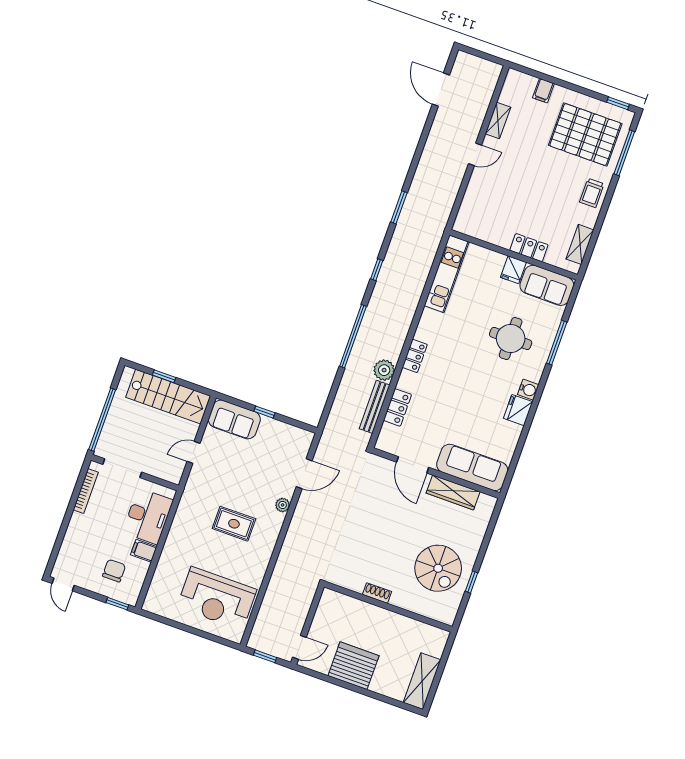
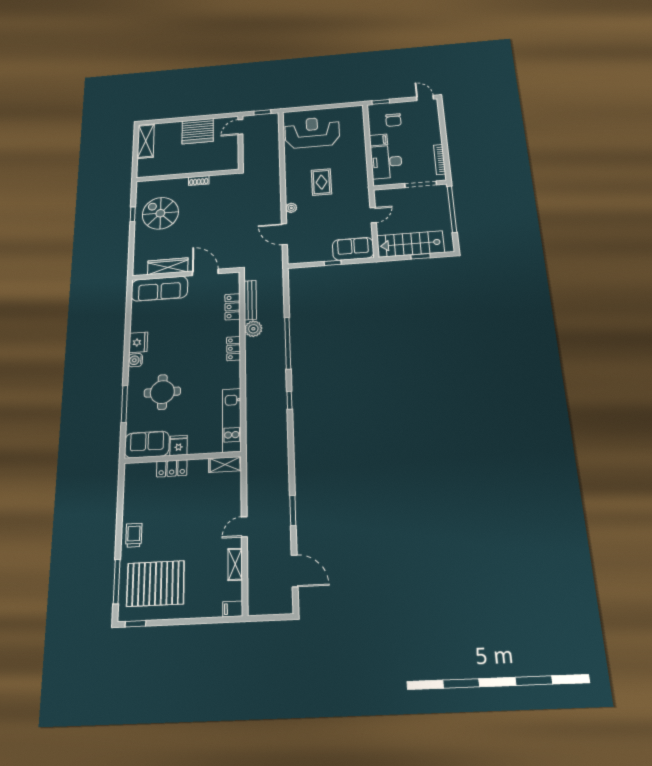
filing cabinet: (543, 91) -> (233, 609), moved, turned -90
window: (399, 207) -> (293, 511), moved
shelving: (580, 244) -> (225, 464), moved, turned 90
door: (304, 474) -> (284, 234), hinge flipped
rug: (234, 524) -> (321, 182), turned 90

